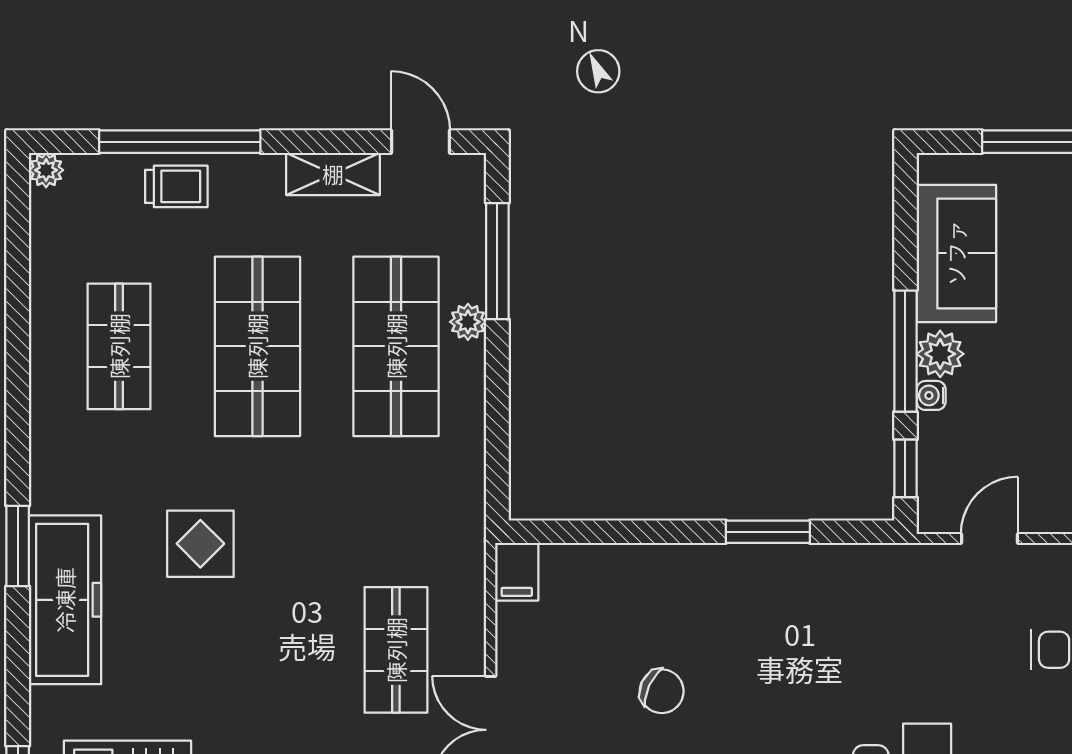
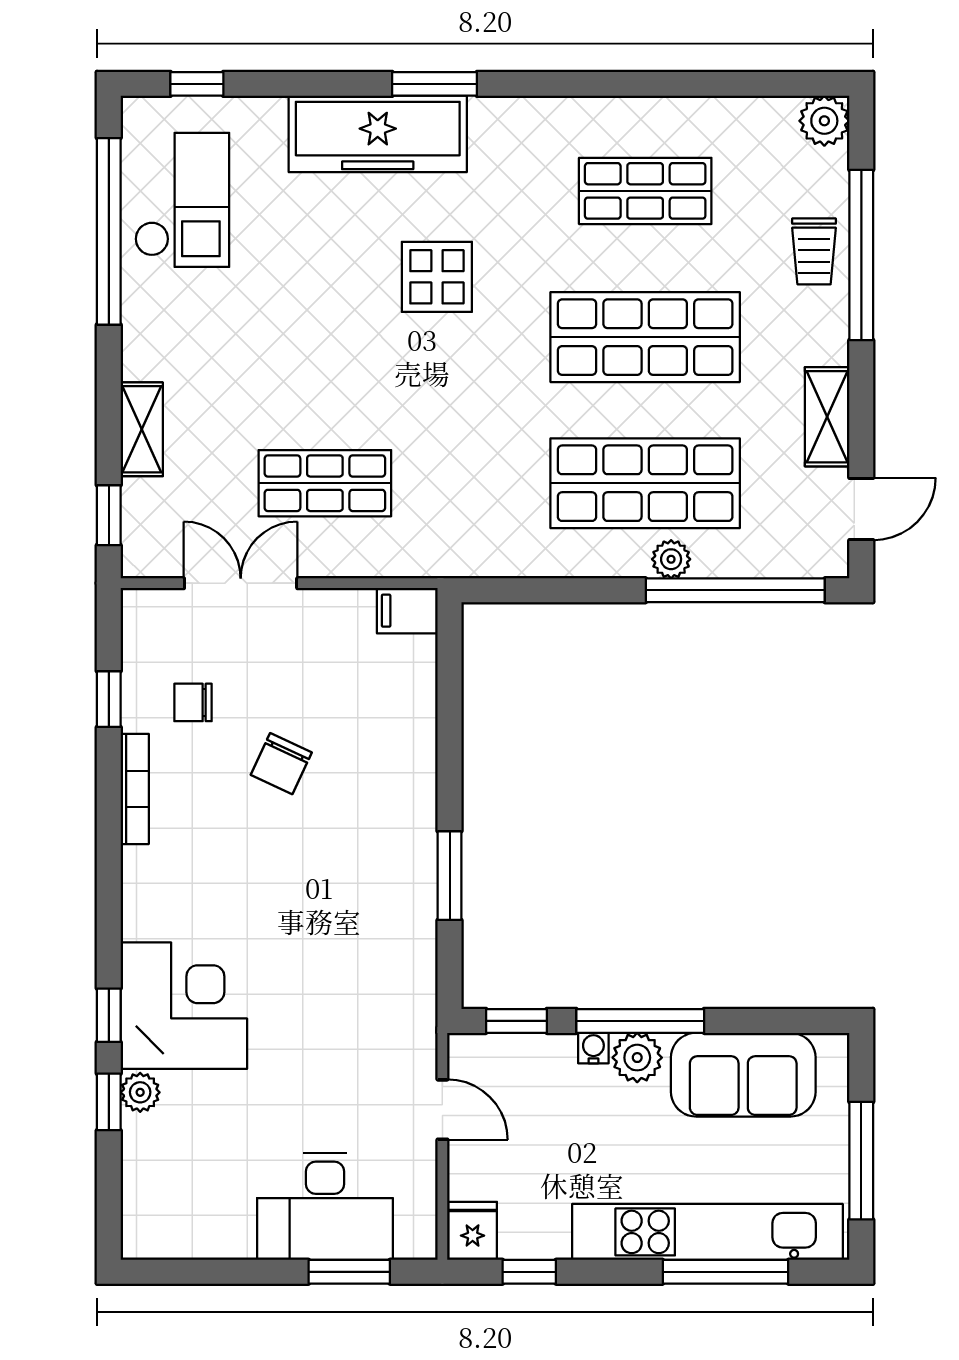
plant: (46, 170) -> (824, 121), width x1.38, depth x1.38
window: (497, 261) -> (735, 590), width x1.46

